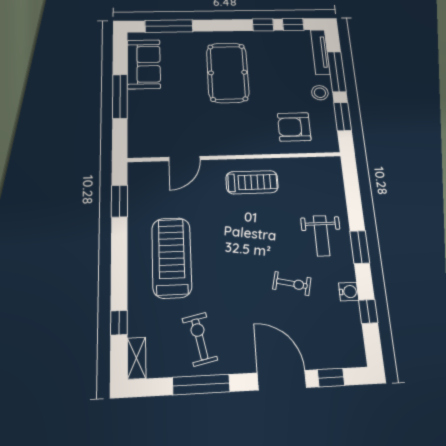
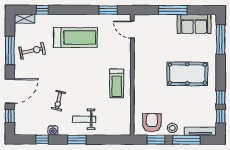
armchair: (294, 127) -> (152, 123), moved
door: (184, 159) -> (132, 30), moved

